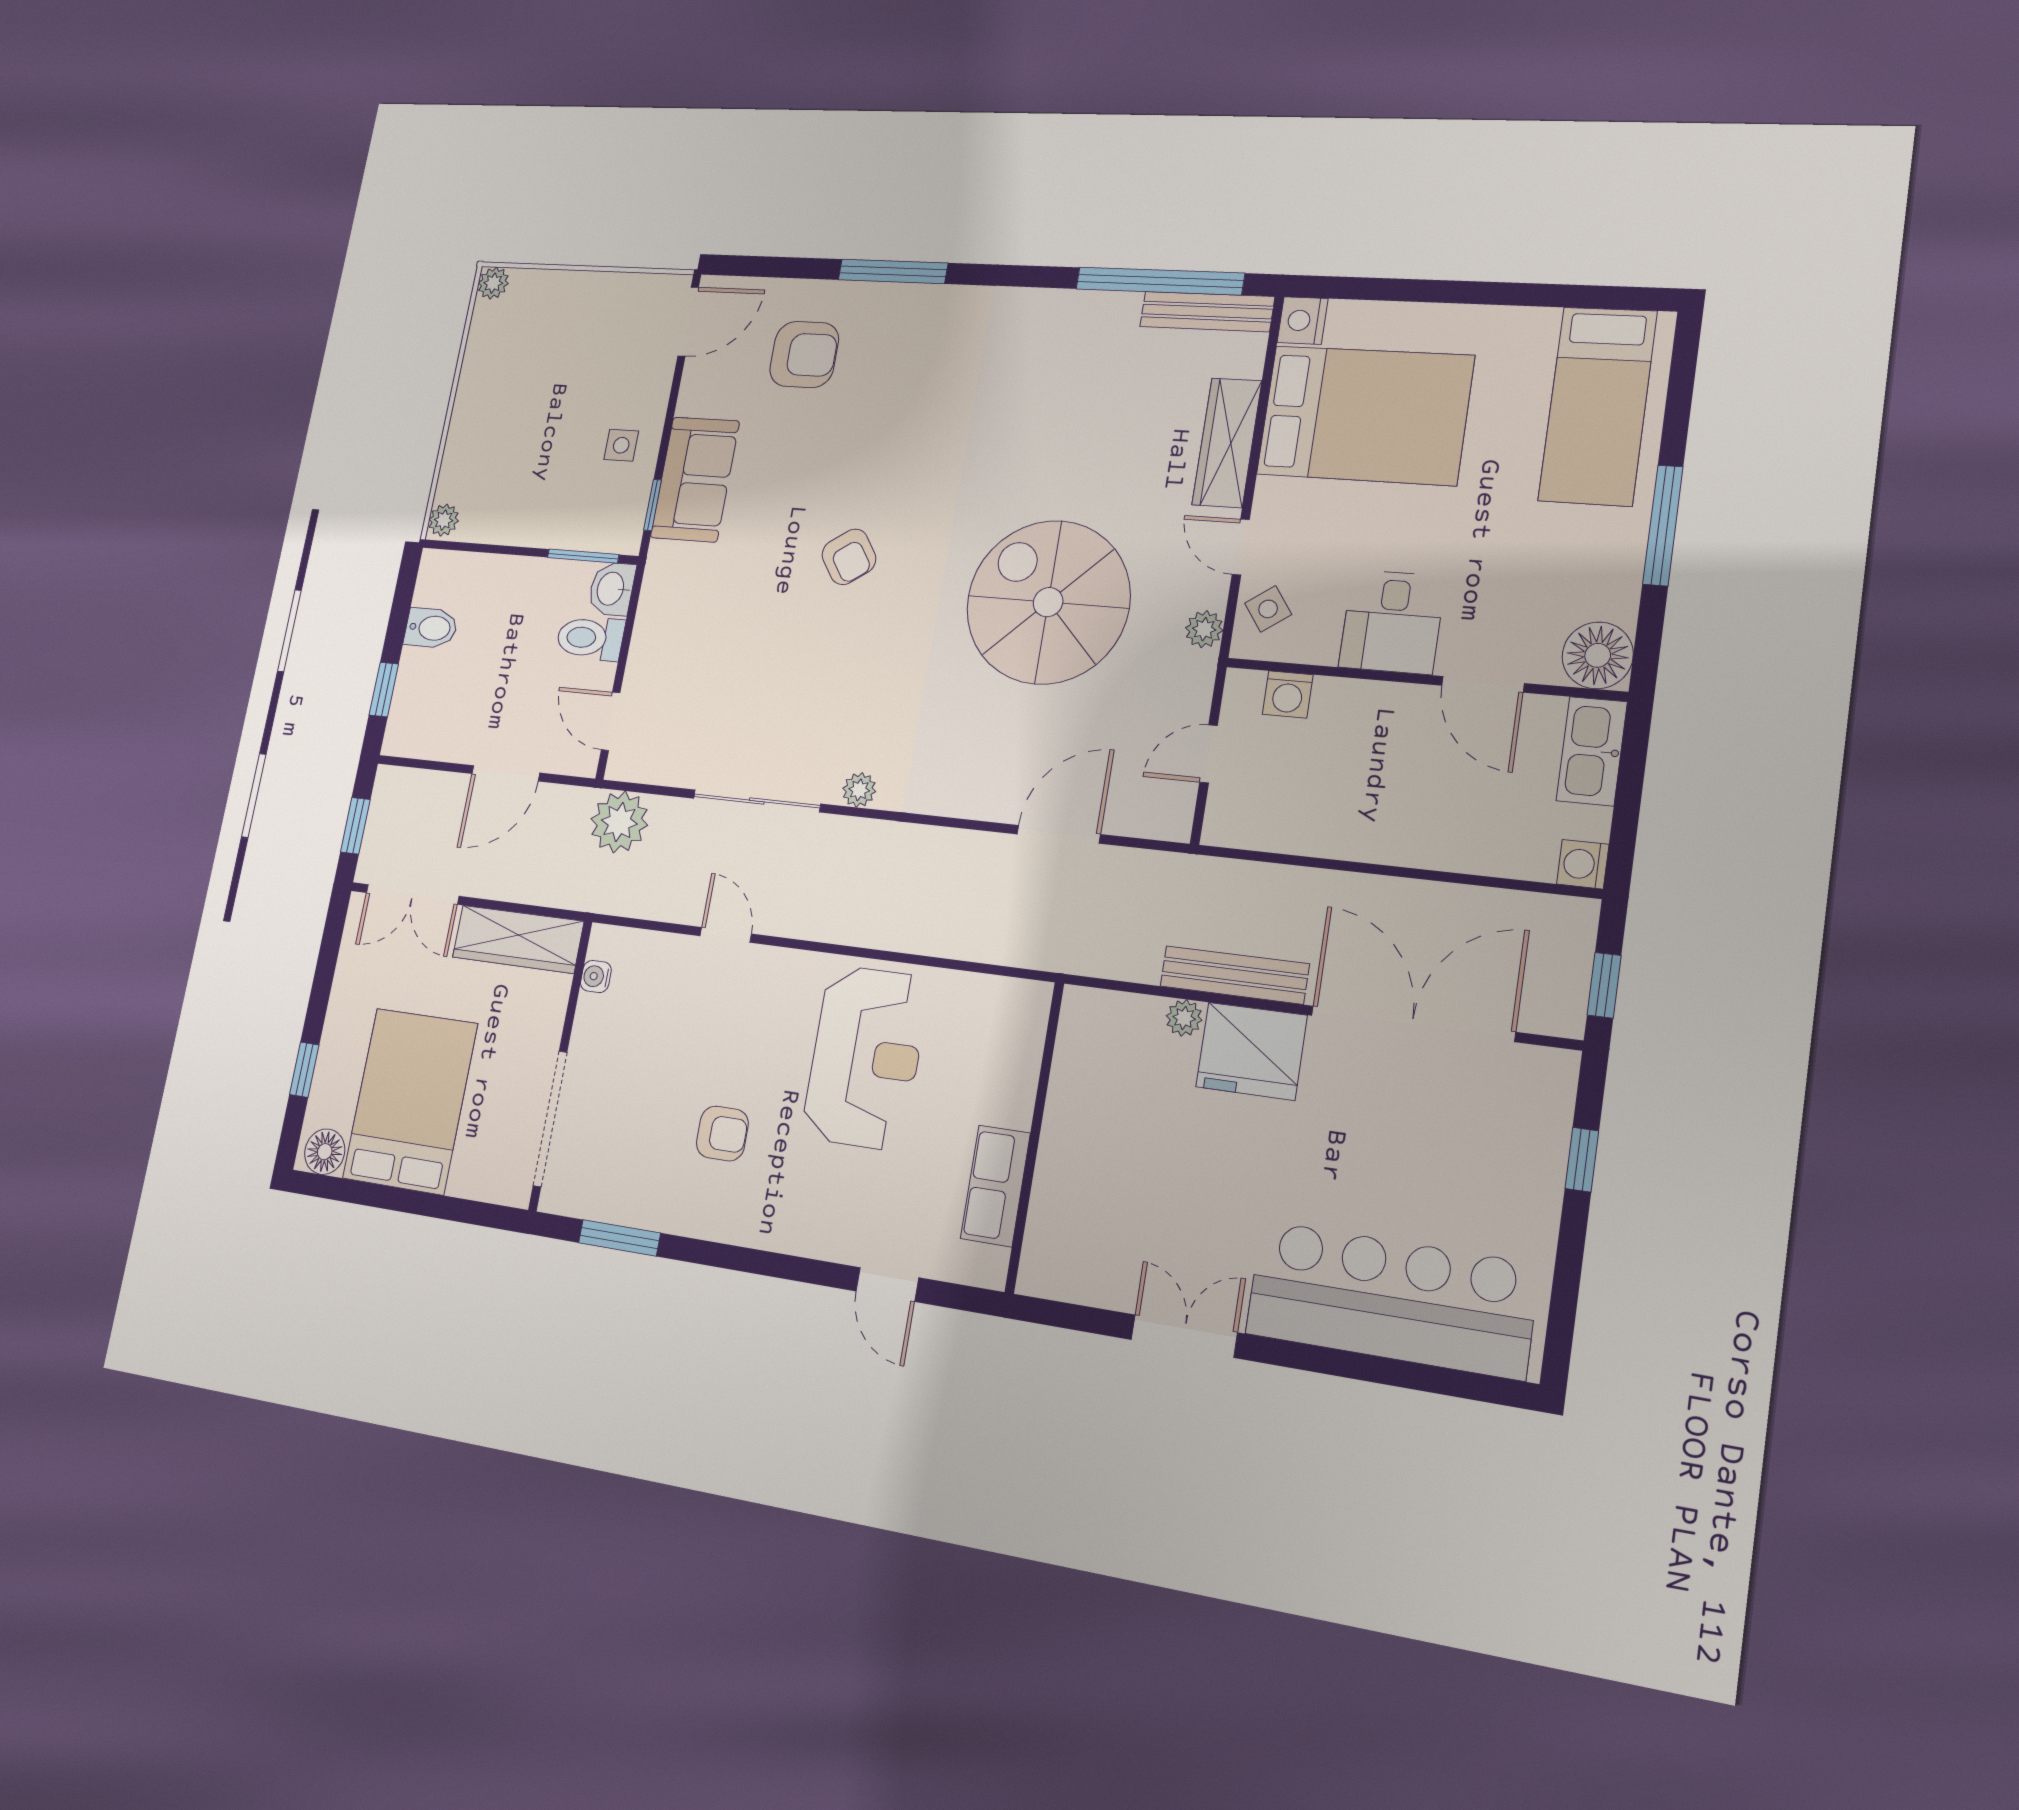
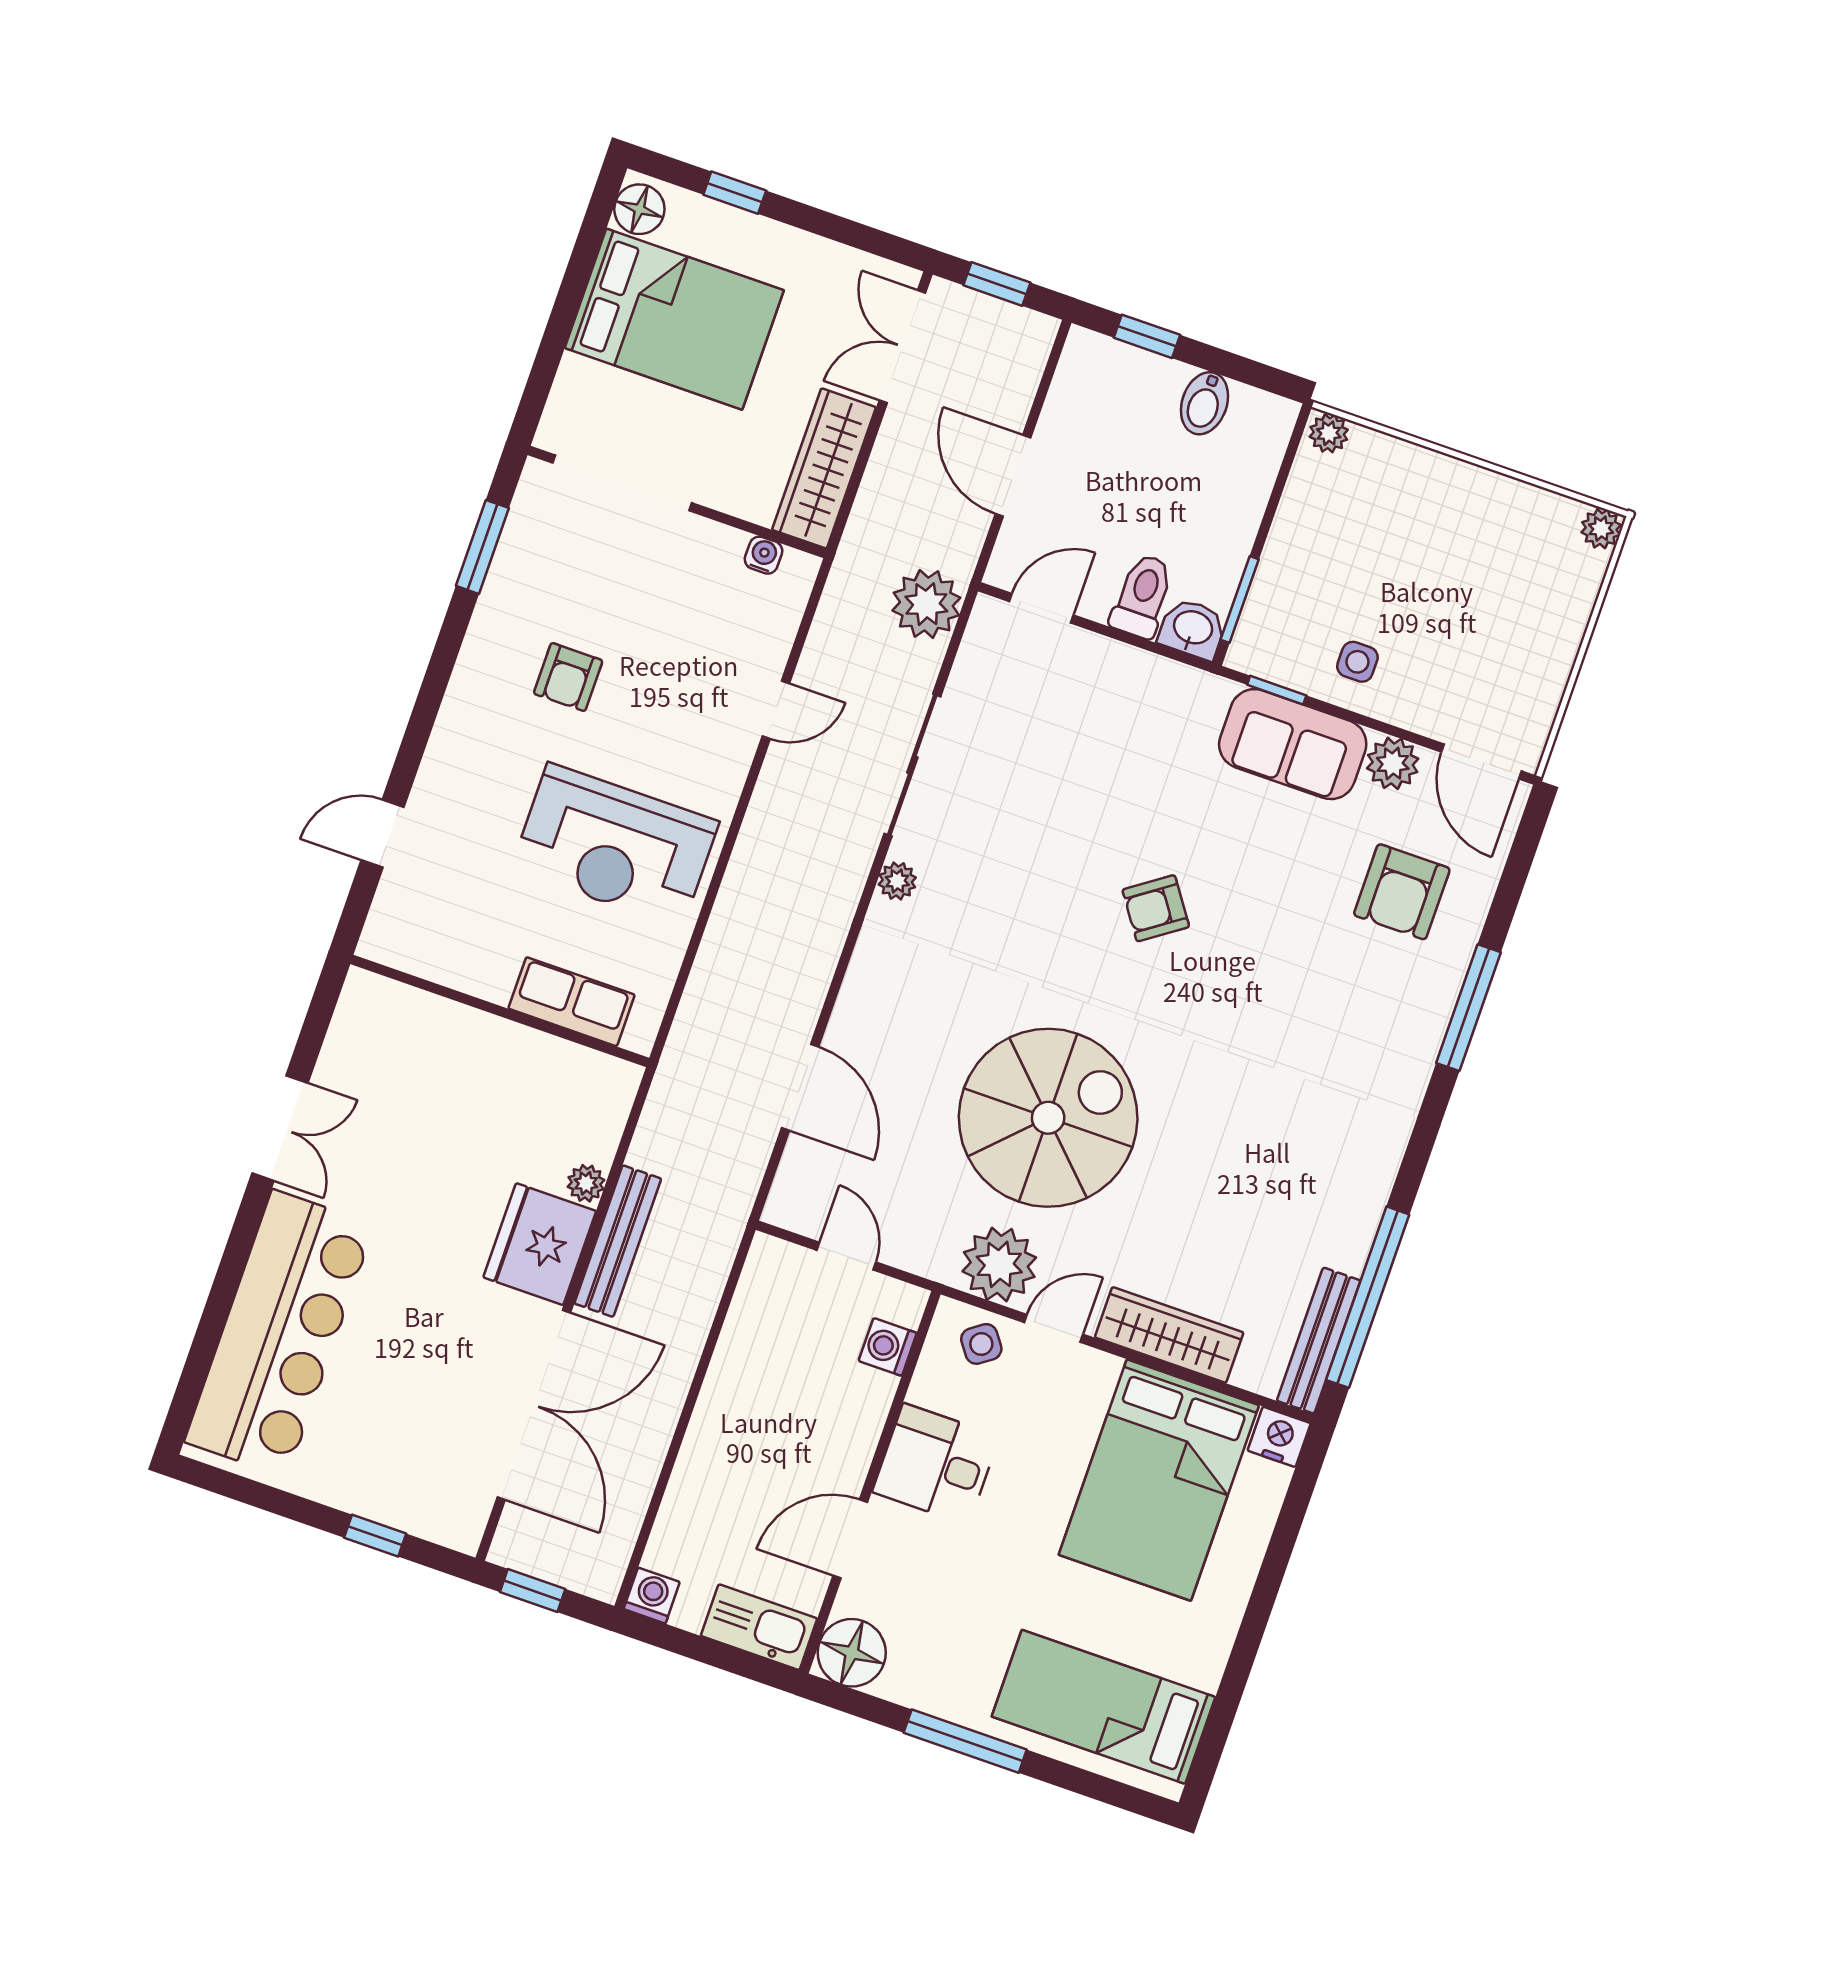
plant: (700, 393) -> (1393, 763), added
plant: (1204, 629) -> (999, 1264), width x1.88, depth x1.88
row of seats: (995, 1186) -> (572, 1002), moved

